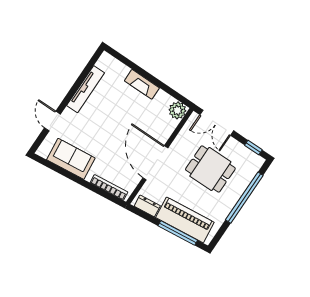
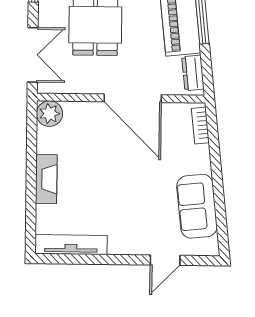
tv unit: (86, 89) -> (71, 245), moved
door: (155, 163) -> (133, 98), hinge flipped
bookcase: (109, 187) -> (200, 126), width x0.64

